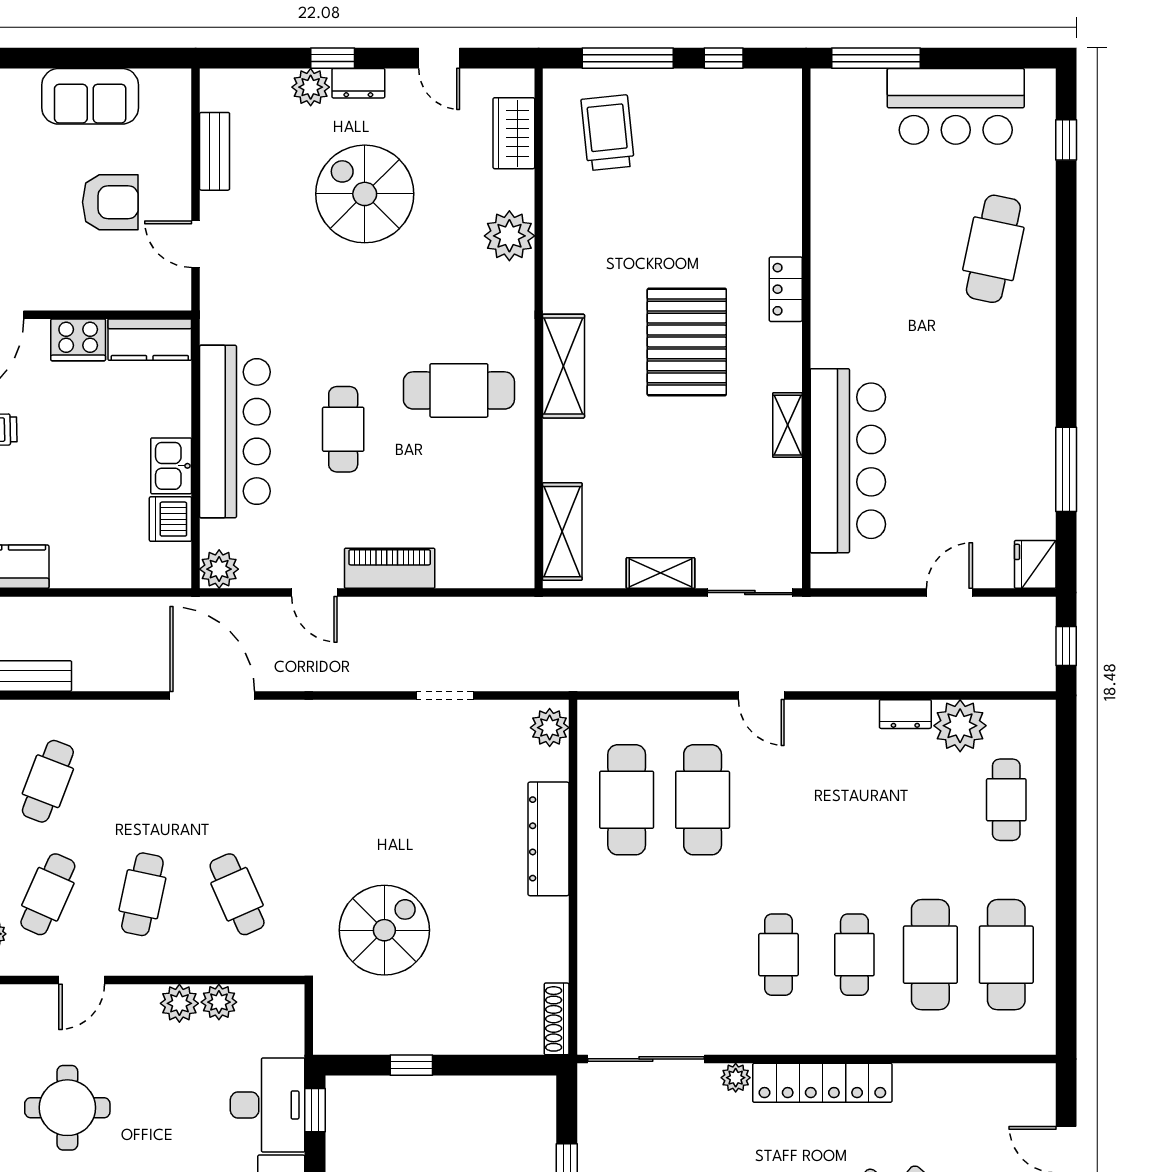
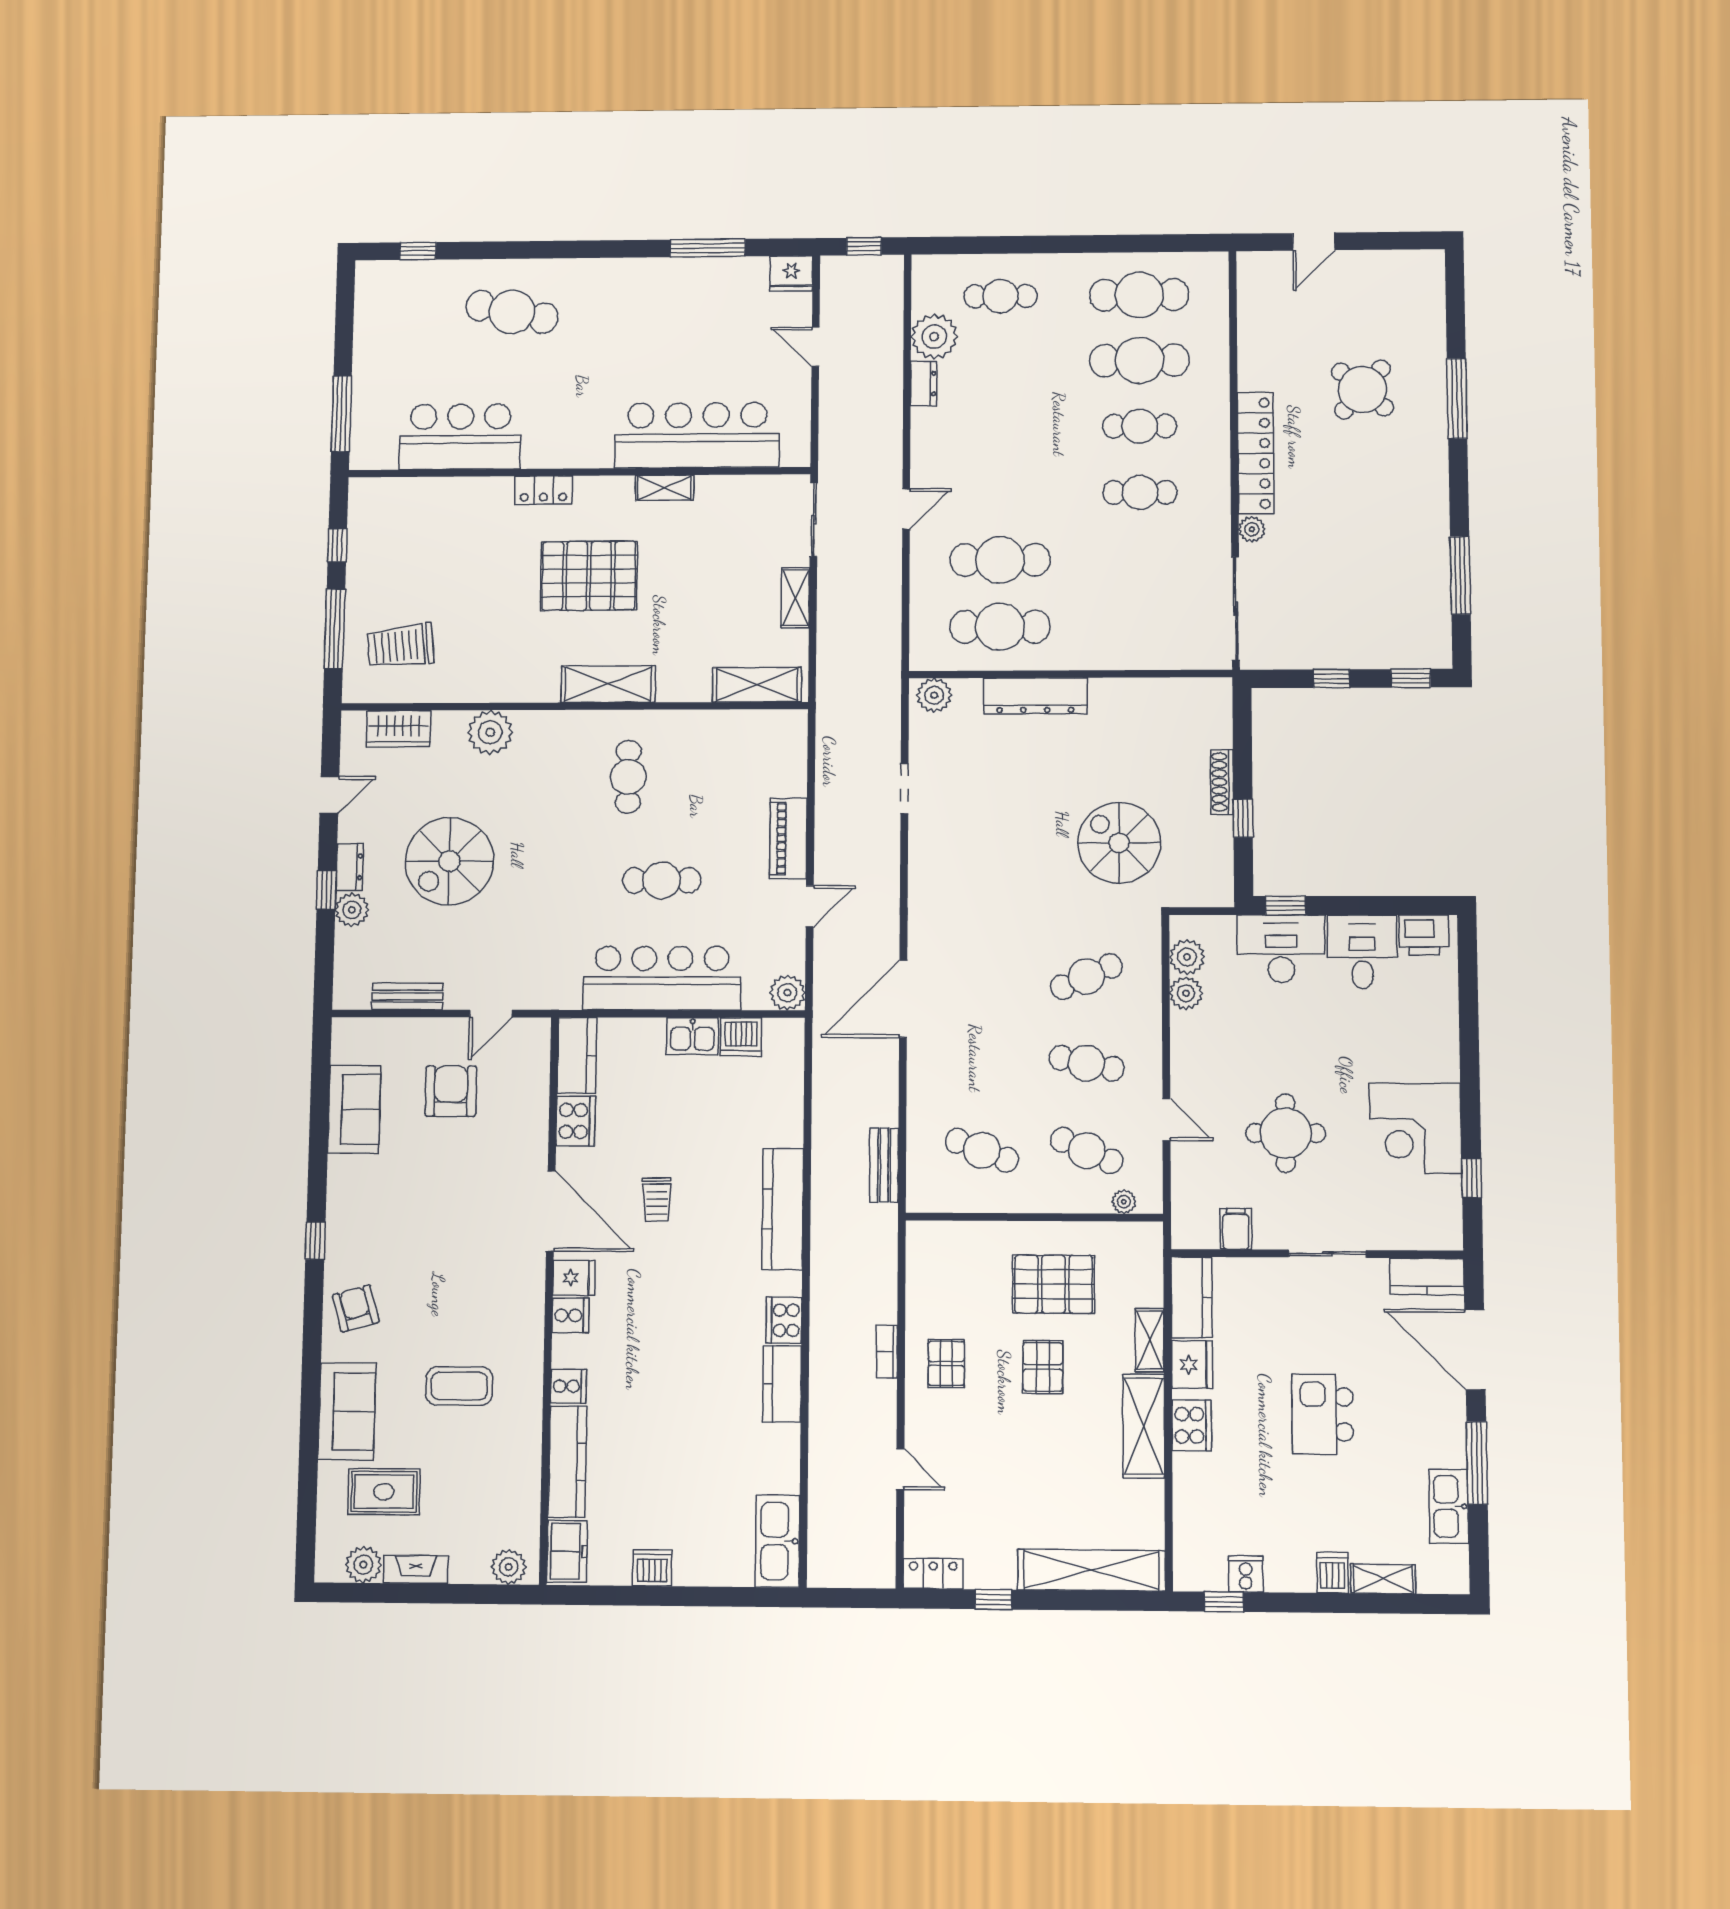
bar counter: (956, 106) -> (460, 437), moved, turned -90
cafe table: (459, 390) -> (628, 777), width x0.73, depth x0.74
plant: (179, 1003) -> (1187, 957), moved
shoe rack: (557, 1019) -> (1222, 782), moved, turned 90

